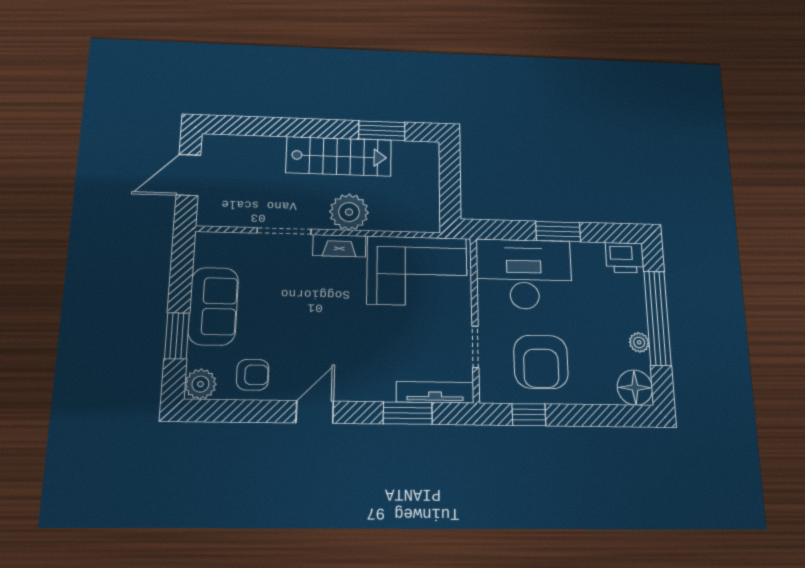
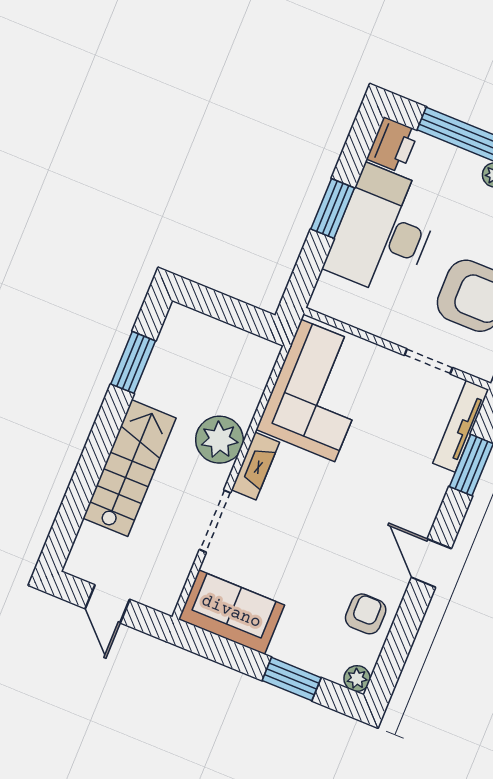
stairs: (339, 156) -> (129, 468), moved
door: (188, 175) -> (107, 604), width x0.73
desk: (524, 274) -> (383, 231), moved
sofa: (213, 306) -> (231, 612), moved
plant: (200, 384) -> (357, 678), width x0.73, depth x0.73

